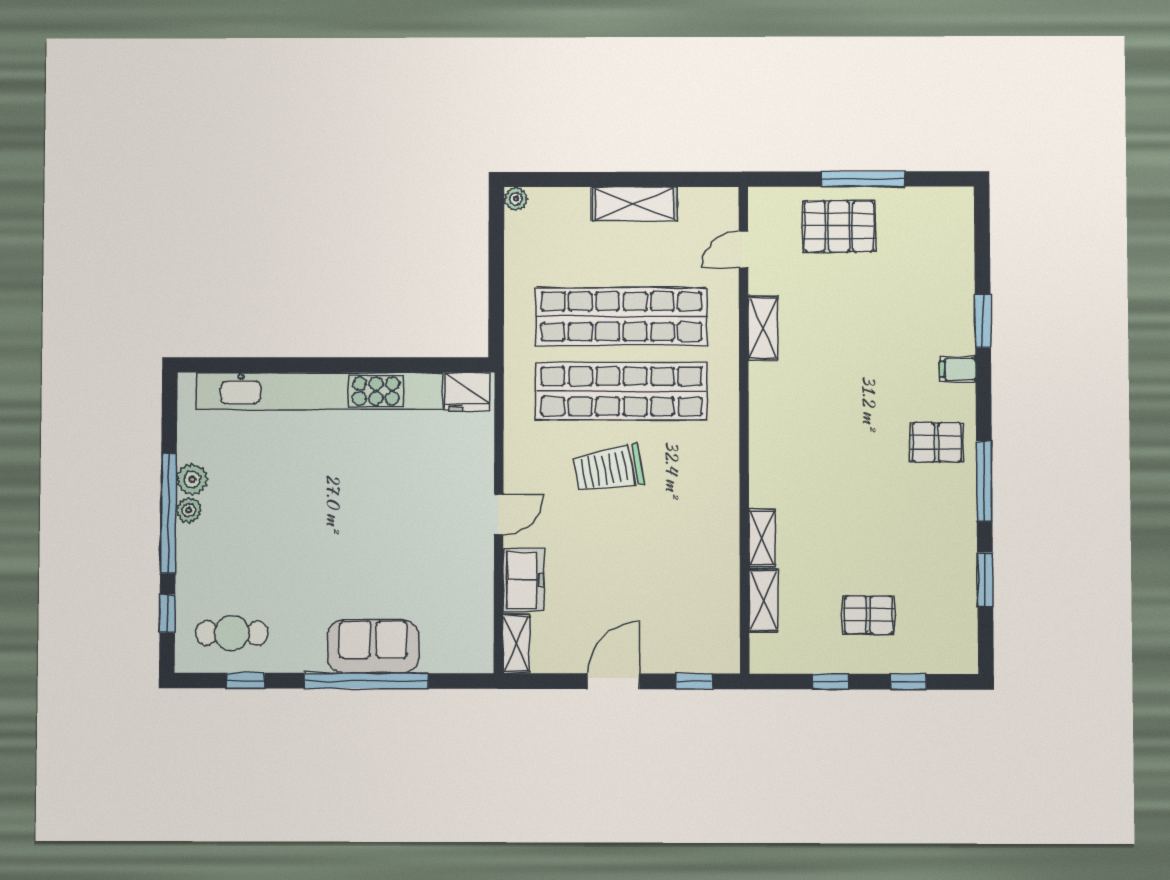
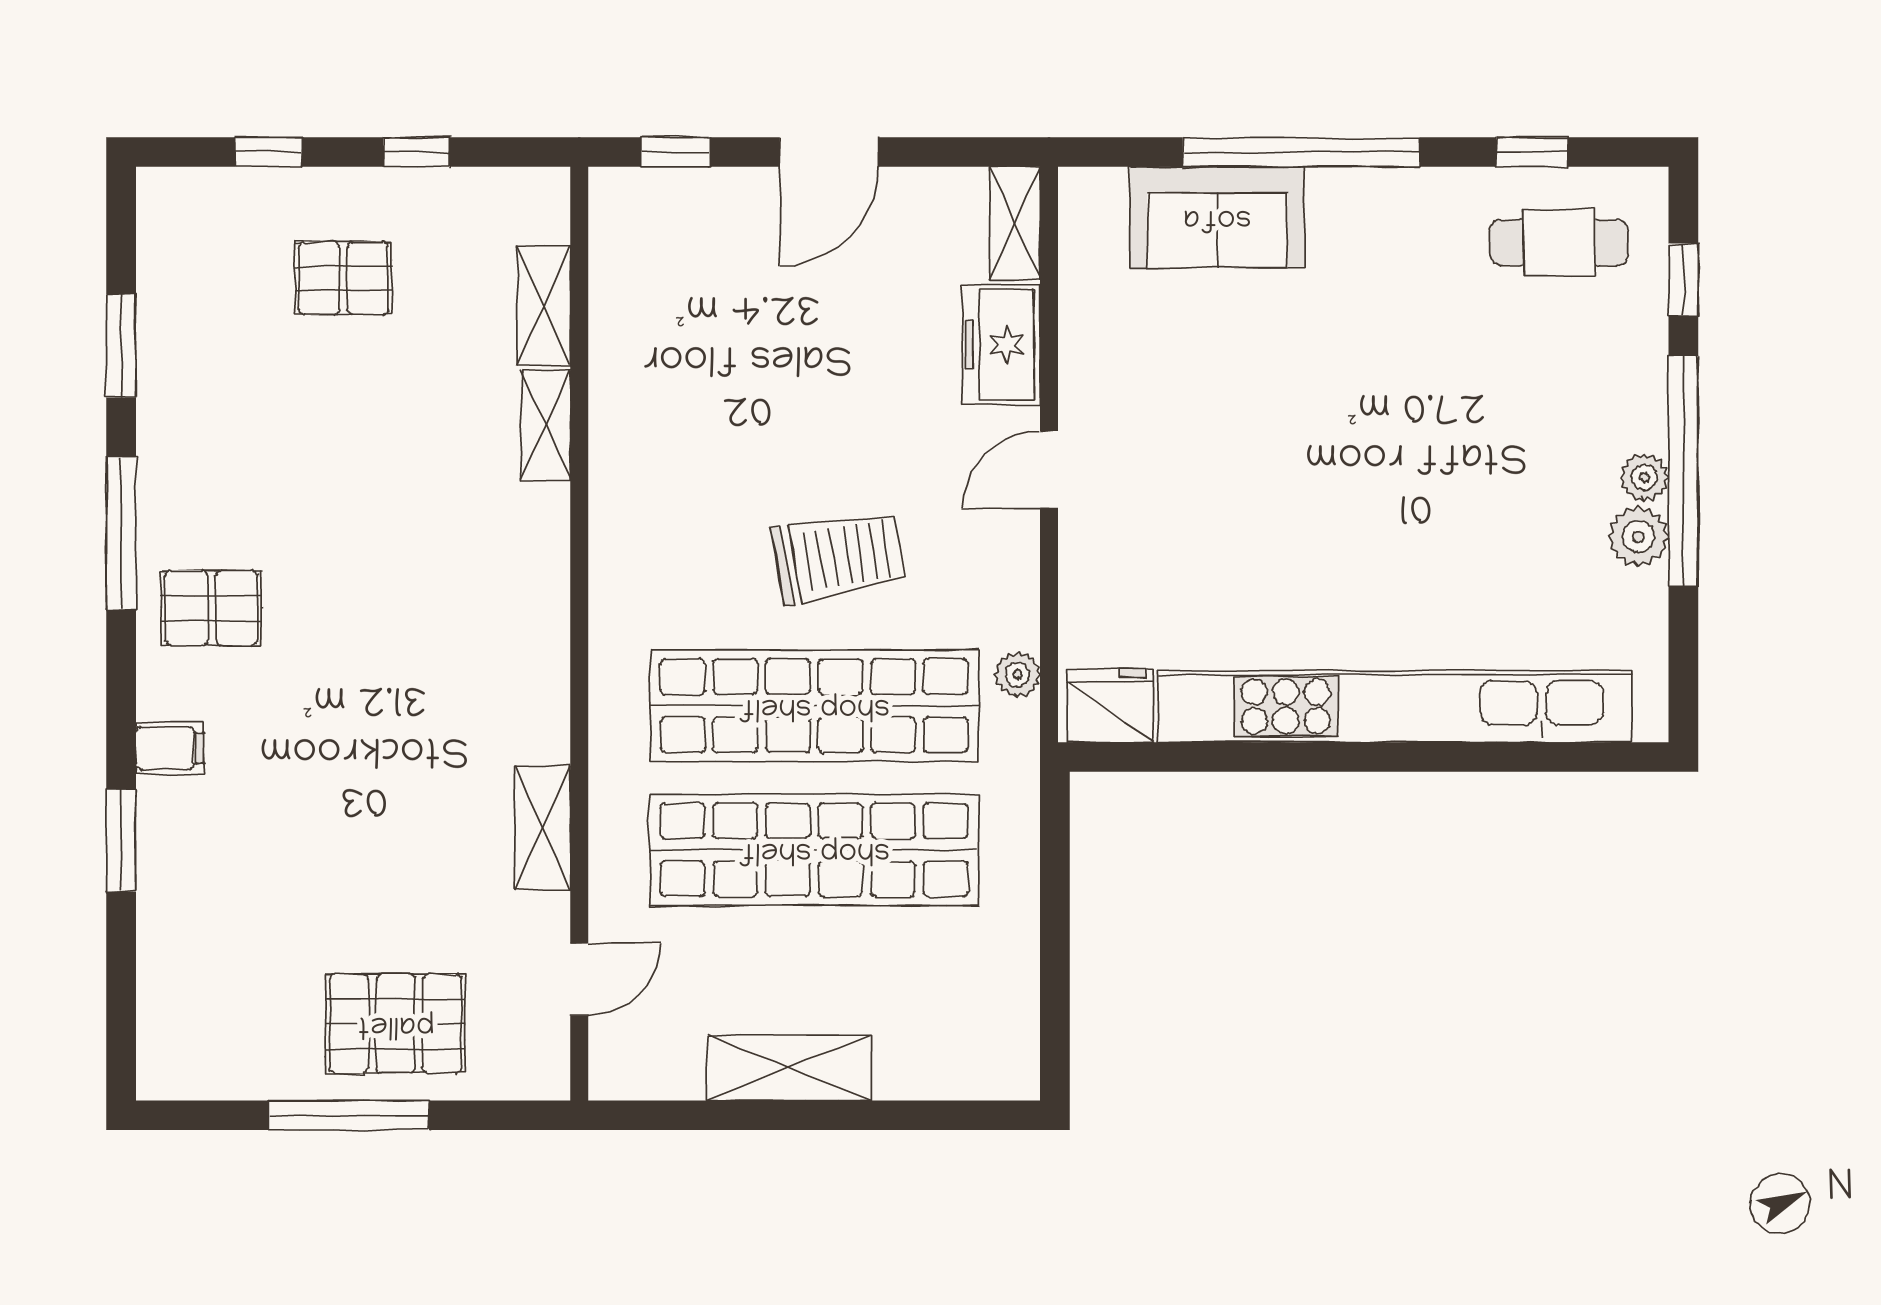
plant: (516, 199) -> (1017, 675), moved
sofa: (373, 647) -> (1217, 217), moved

